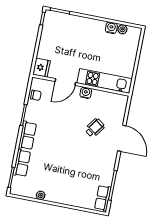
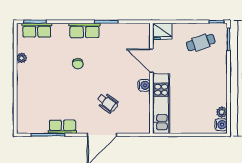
water cooler: (111, 28) -> (221, 125), moved
cafe table: (58, 36) -> (201, 43), added
chair: (36, 95) -> (78, 64), moved
row of seats: (22, 163) -> (37, 30), moved
row of seats: (103, 198) -> (62, 127), moved

